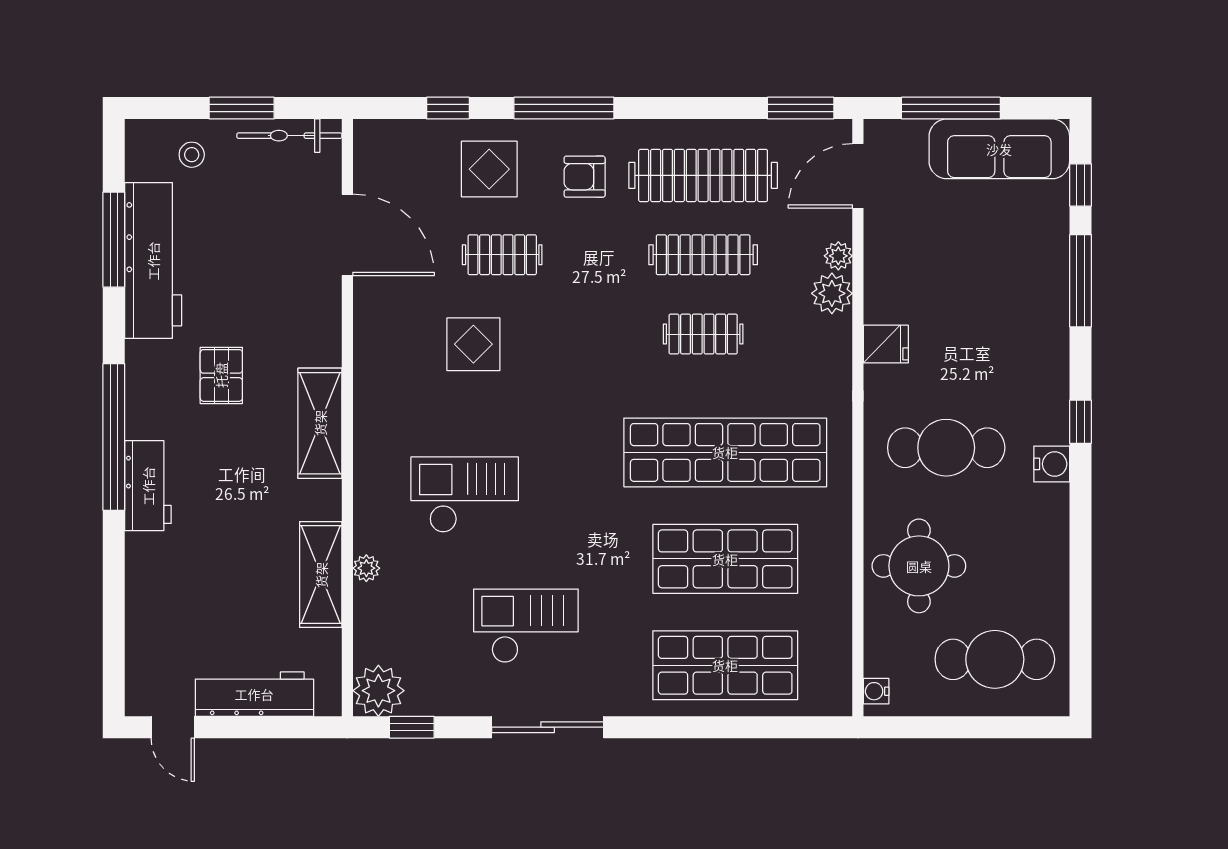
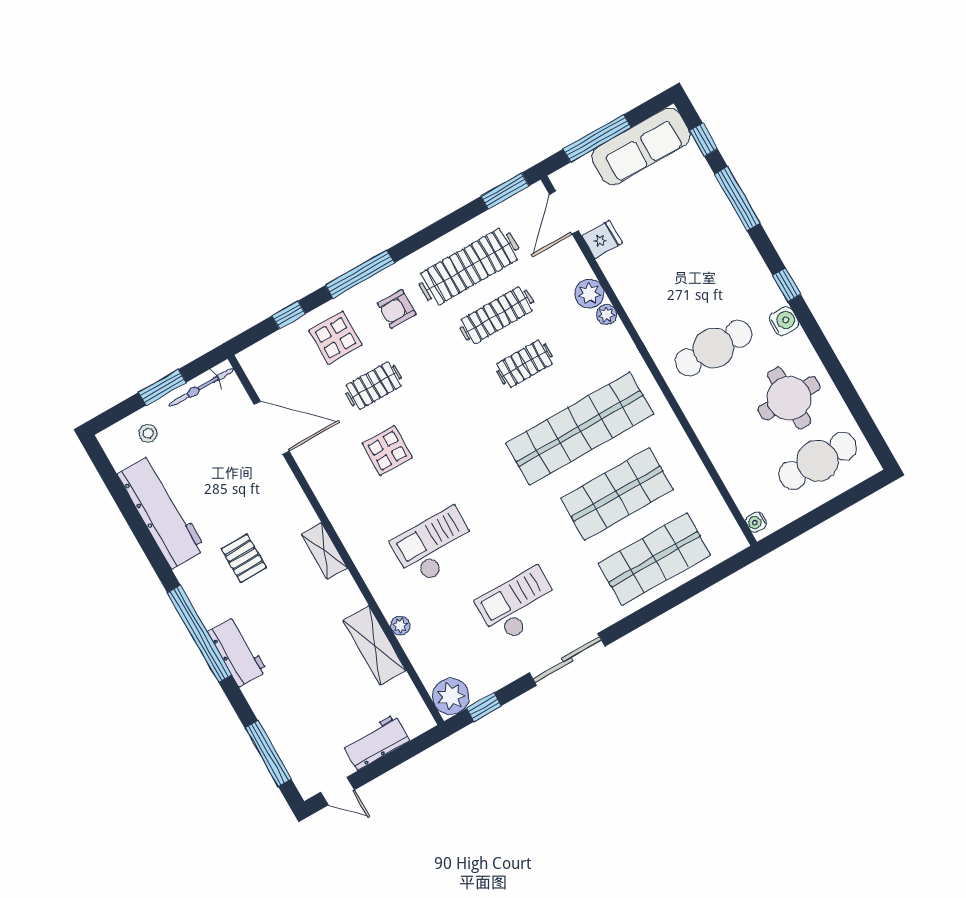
window: (114, 240) -> (268, 754), moved
plant: (838, 256) -> (606, 314), moved
fridge: (886, 344) -> (602, 239), moved
shelving: (320, 423) -> (324, 551), width x0.67, depth x0.75
round table: (919, 566) -> (789, 398), moved
workbench: (254, 694) -> (376, 742), width x0.73

